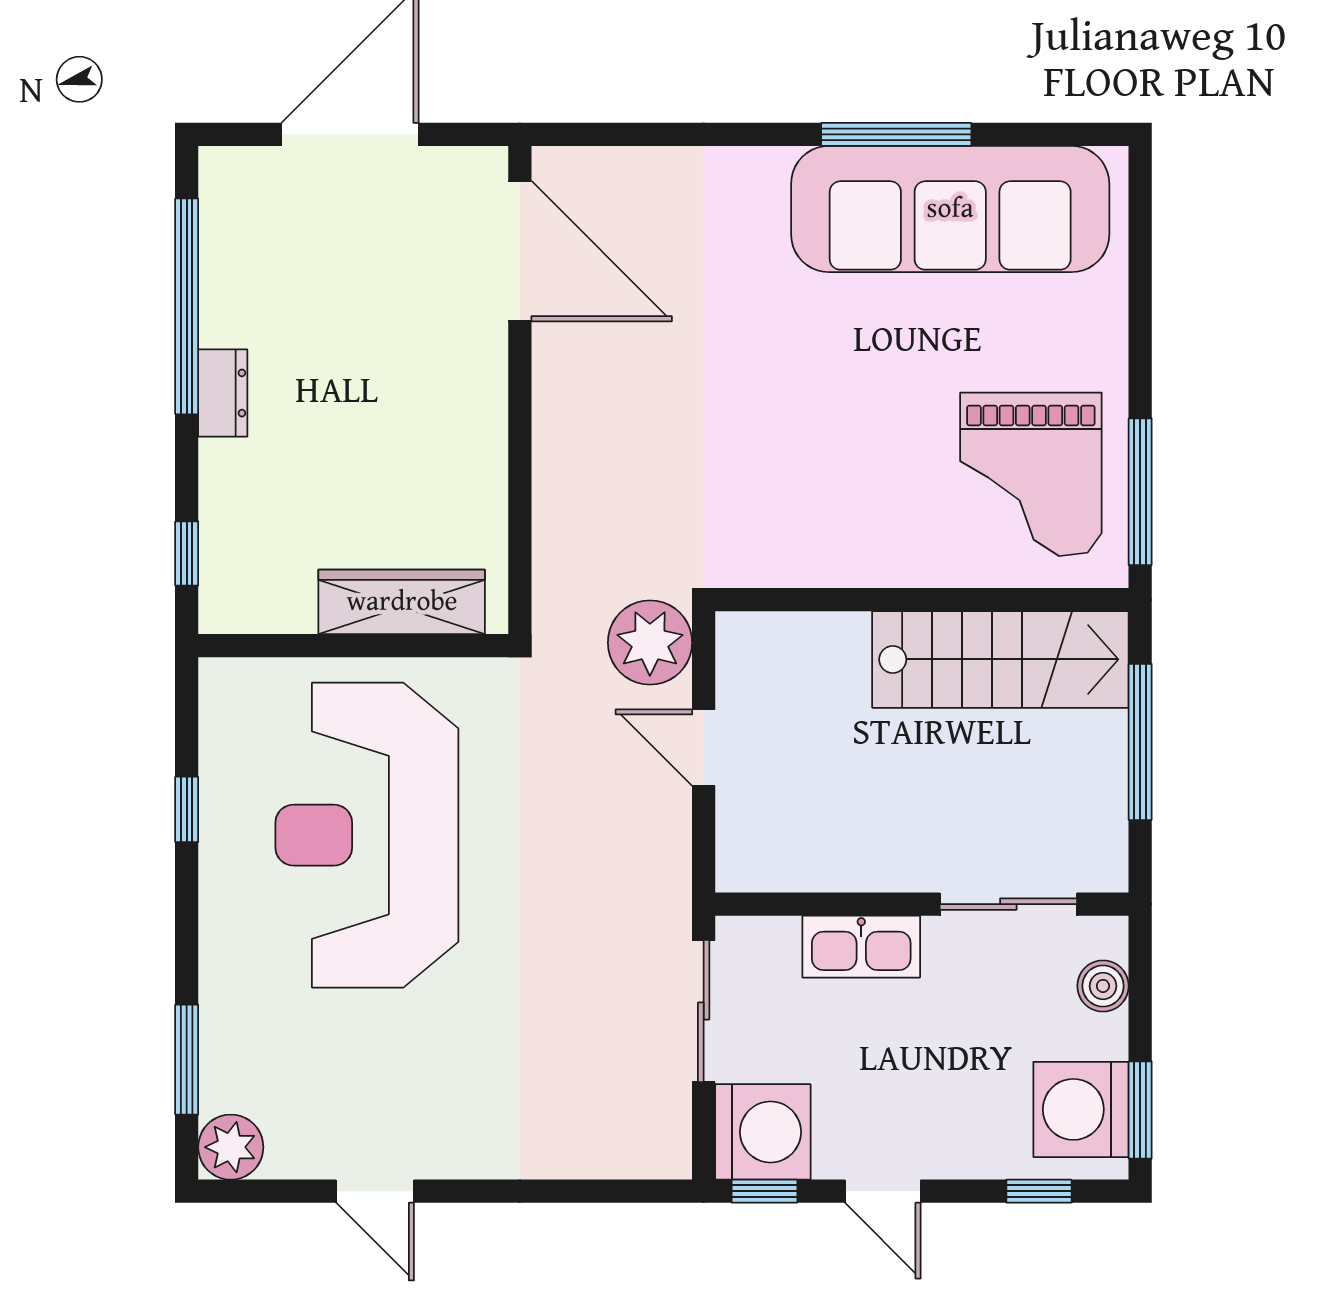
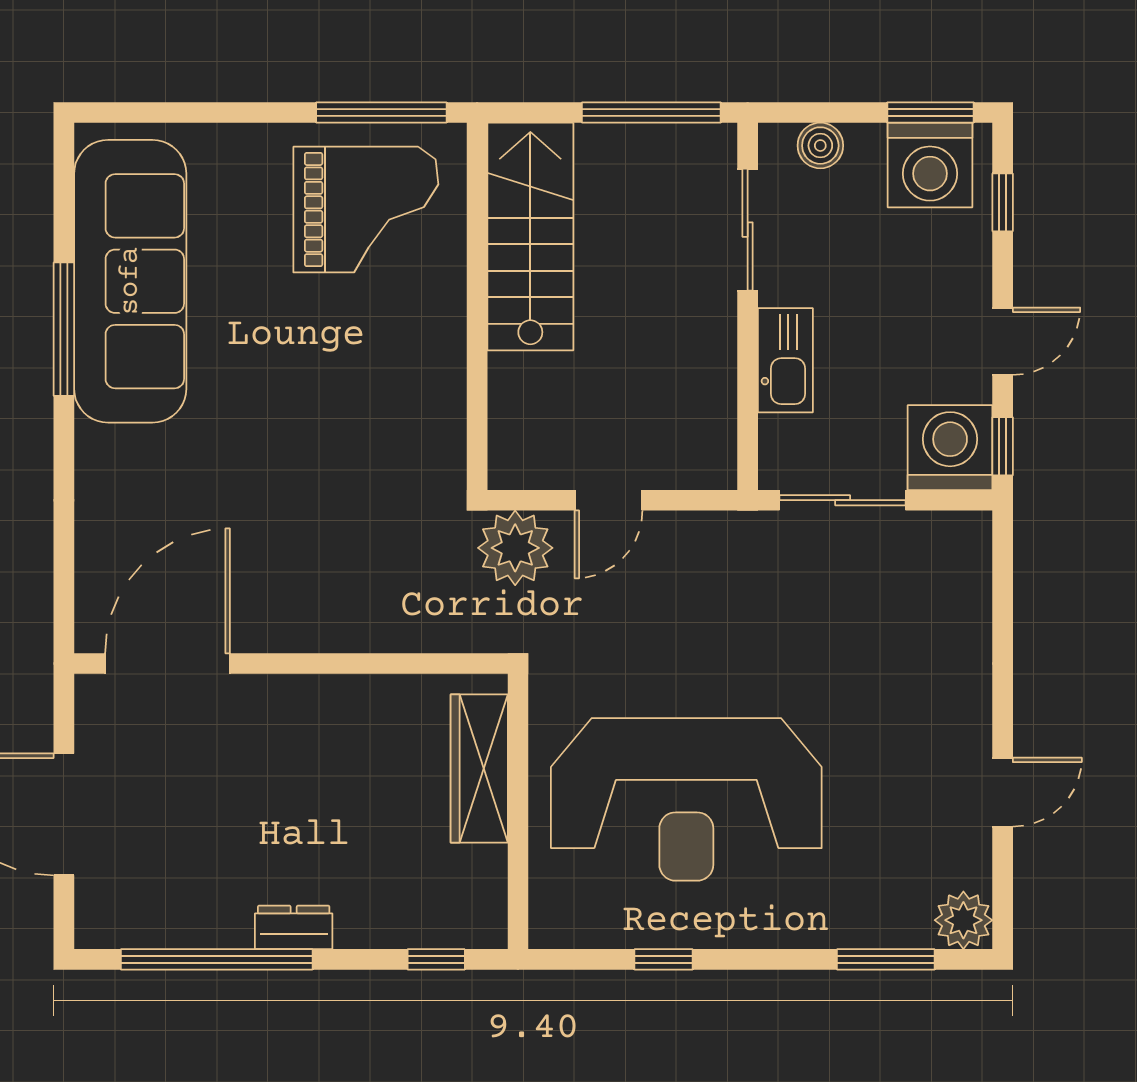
window: (1140, 742) -> (651, 113), moved

